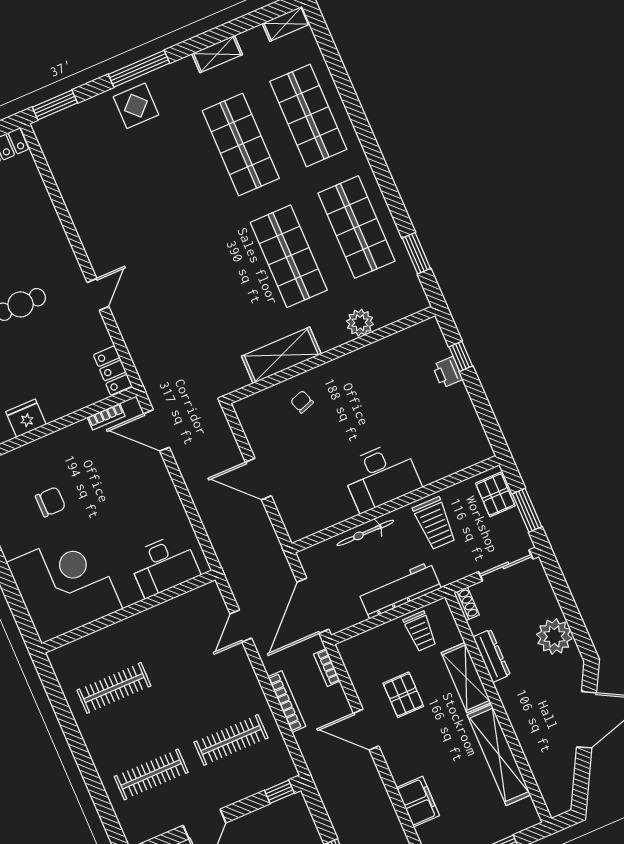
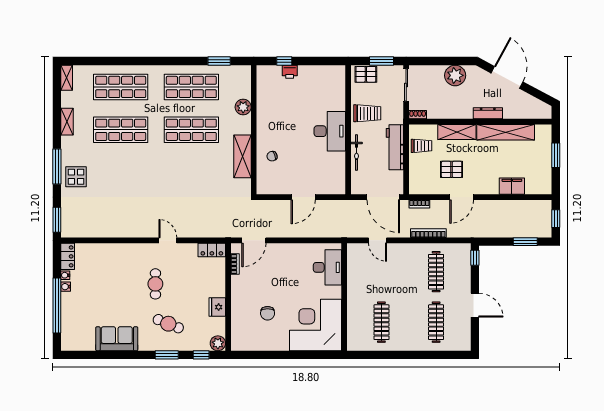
chair: (50, 502) -> (268, 313), turned 180
dresser: (492, 656) -> (488, 113), moved

